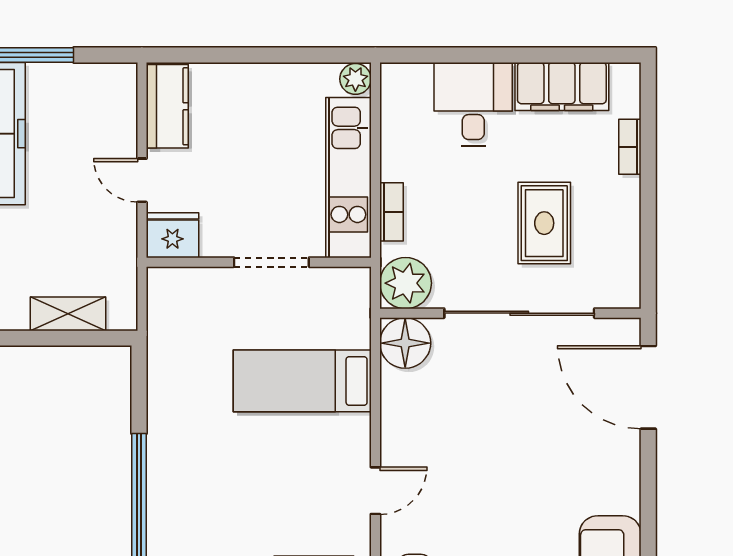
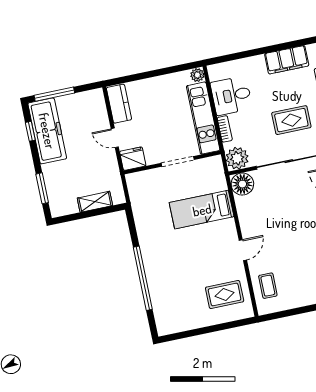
desk: (473, 104) -> (231, 96), moved, turned -90
rug: (544, 223) -> (291, 120), turned 90

